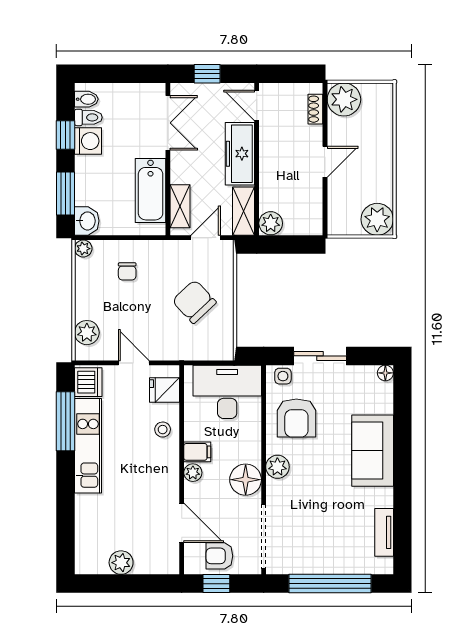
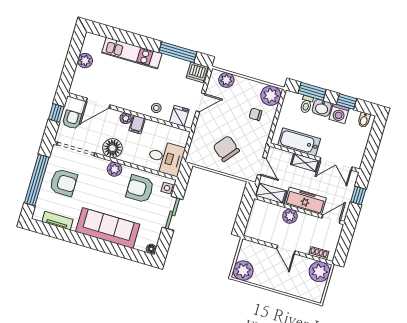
toilet: (88, 117) -> (306, 104), moved
shelving: (180, 206) -> (305, 163), moved
washbasin: (87, 221) -> (322, 108), moved
plant: (271, 223) -> (290, 216), moved
plant: (83, 249) -> (271, 96), width x1.88, depth x1.88
chair: (194, 302) -> (226, 149), turned -98
desk: (227, 392) -> (166, 158), width x0.73
kitchen unit: (88, 446) -> (132, 53), moved
sofa: (373, 451) -> (108, 228), width x1.36
armchair: (322, 541) -> (63, 183), added

